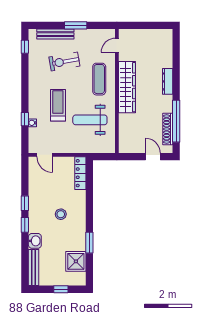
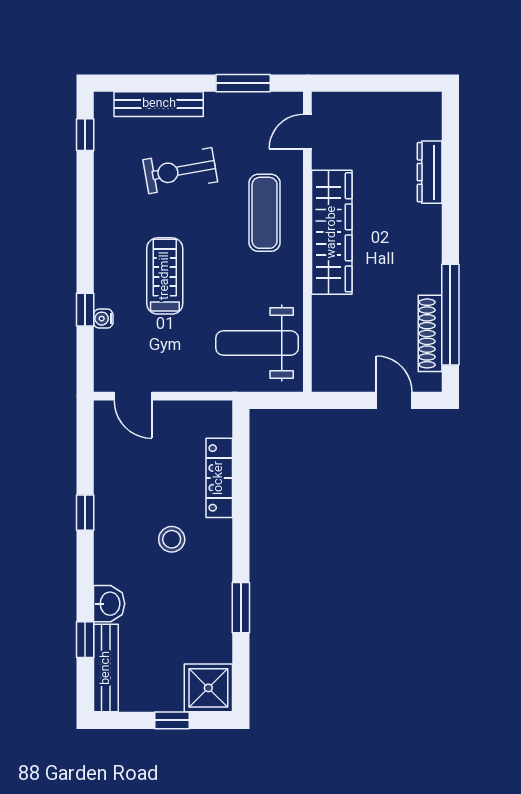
window: (76, 25) -> (243, 83), moved
dresser: (168, 81) -> (430, 172), moved
weight bench: (90, 120) -> (257, 343), moved
locker: (80, 173) -> (219, 478), moved
window: (25, 225) -> (85, 640), moved
shower: (76, 261) -> (208, 688), moved

